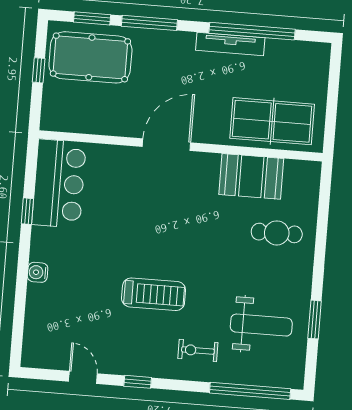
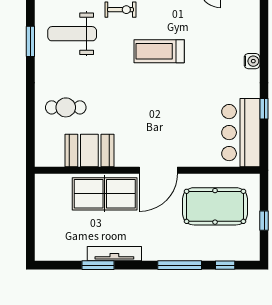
window: (92, 18) -> (225, 265), width x0.67
window: (252, 31) -> (98, 265), width x0.47
pool table: (90, 57) -> (215, 206), moved
table tennis table: (272, 121) -> (105, 194), moved

